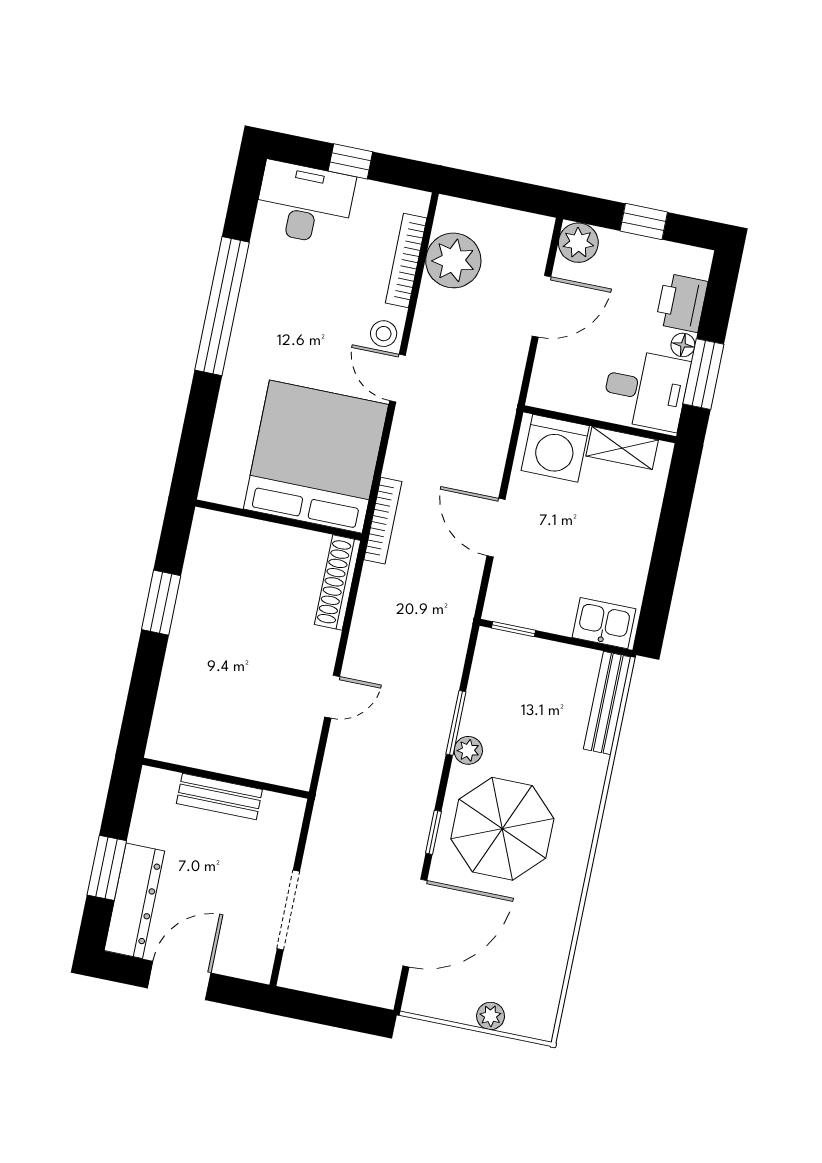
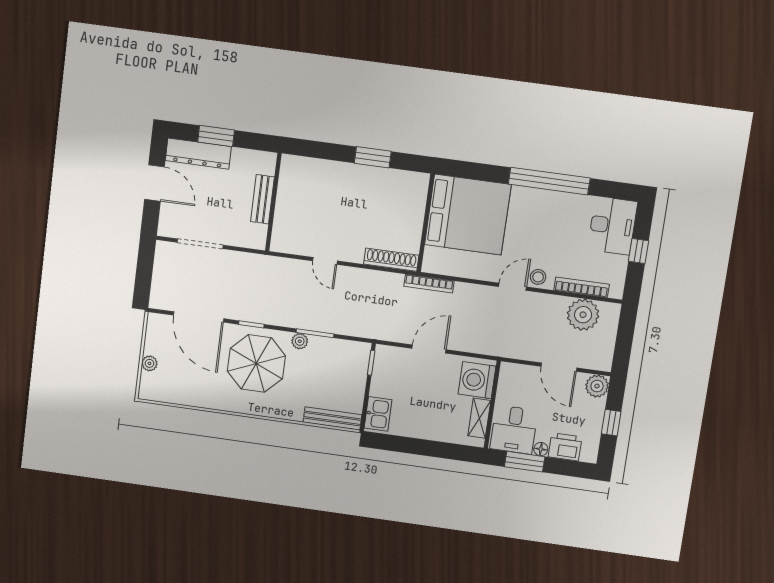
bed: (316, 457) -> (468, 215), moved

